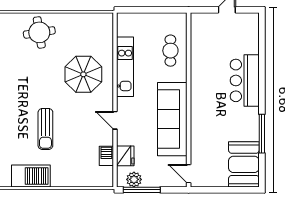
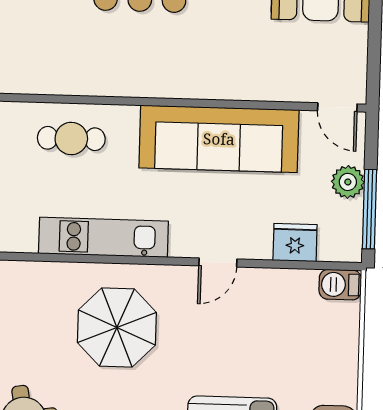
barbecue: (106, 156) -> (340, 285), moved
door: (189, 174) -> (337, 107), hinge flipped
plant: (134, 179) -> (348, 182), moved

